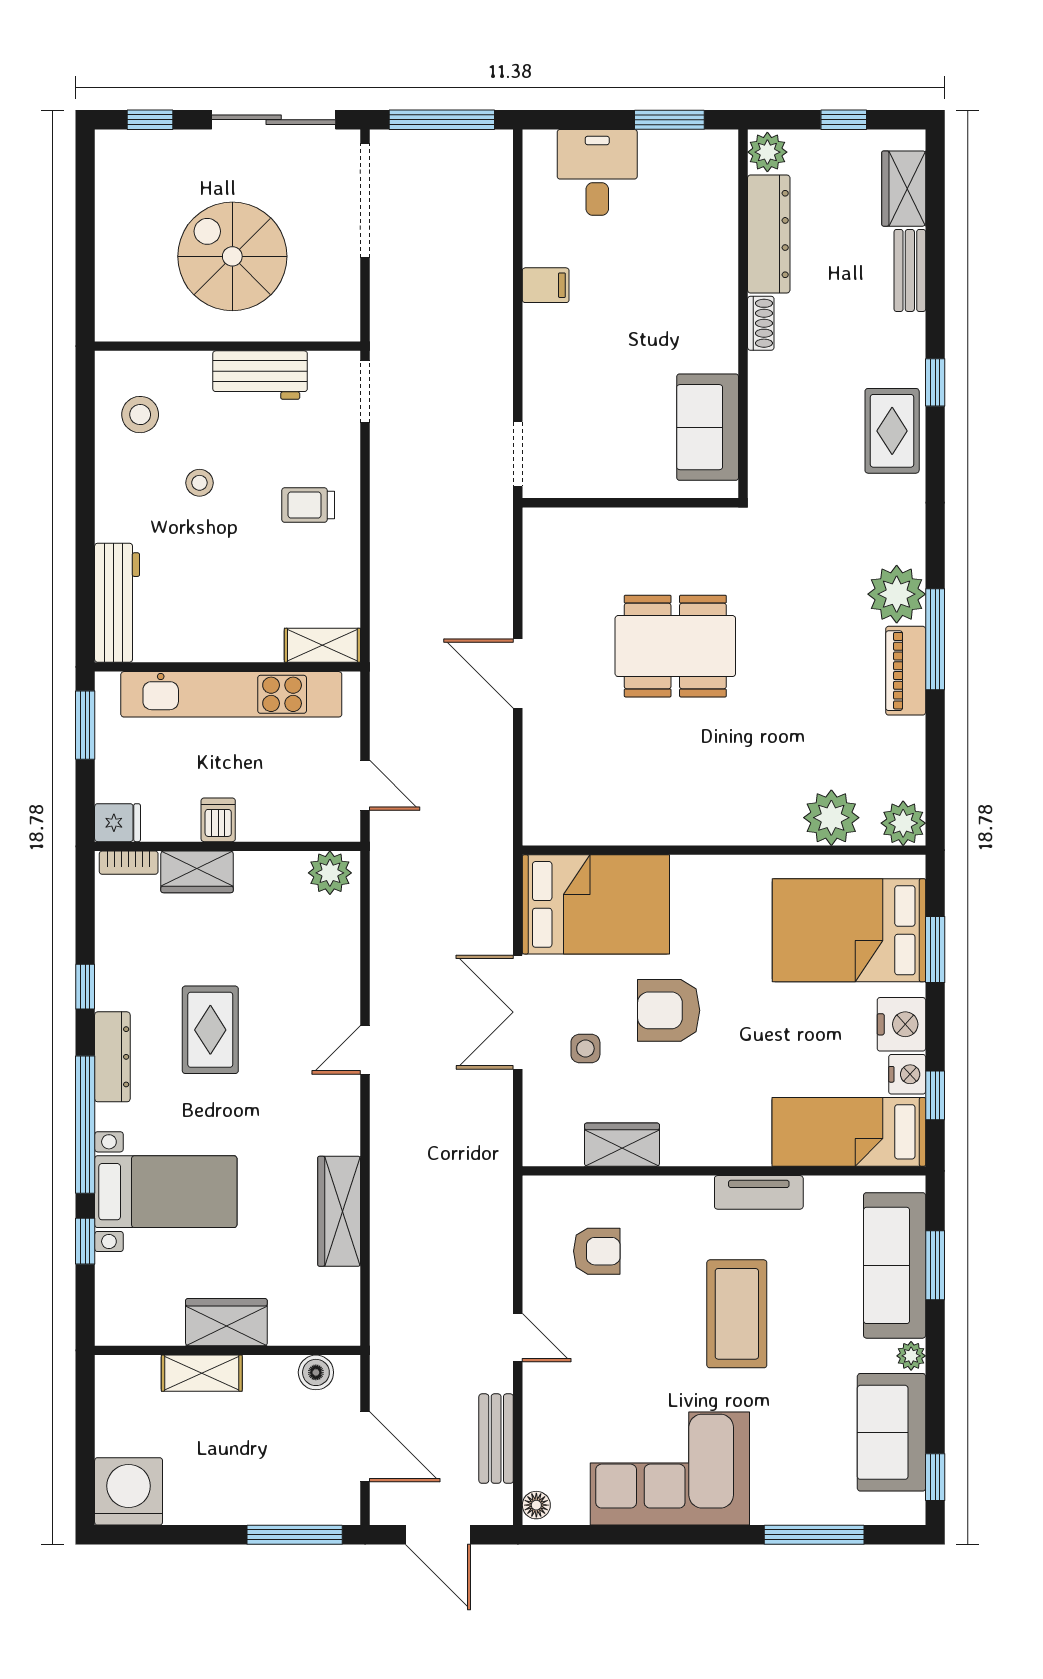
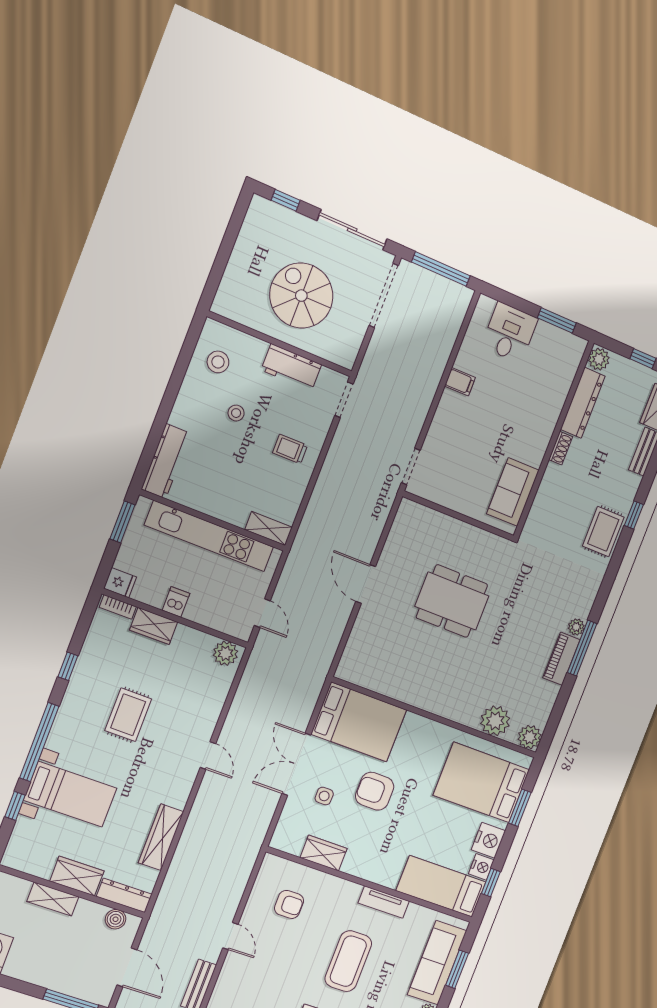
plant: (897, 594) -> (576, 627), width x0.53, depth x0.53
door: (365, 1050) -> (208, 755), swing flipped
dresser: (112, 1057) -> (124, 895), moved, turned -90

